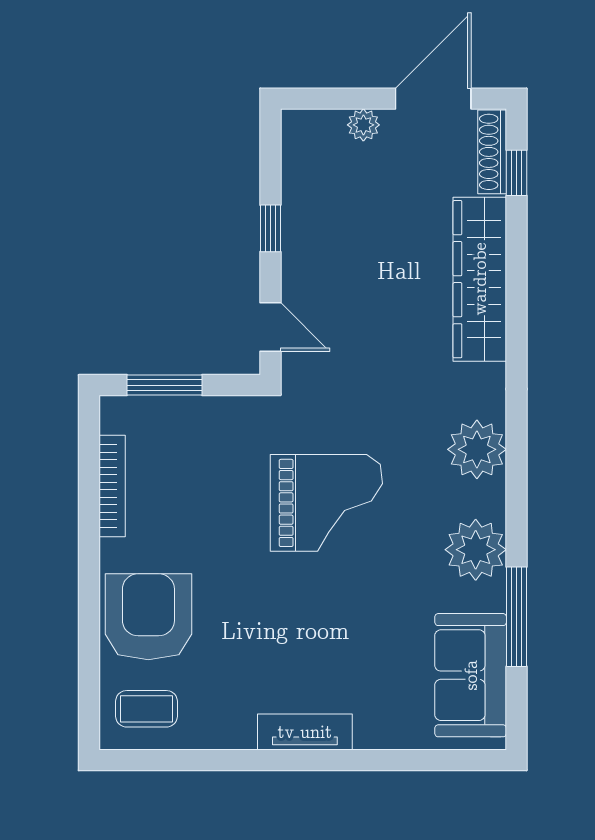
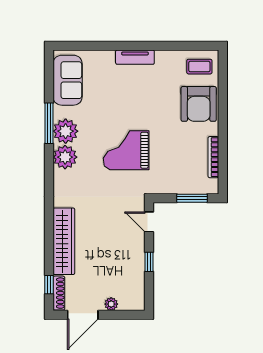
plant: (477, 449) -> (65, 157), moved
window: (516, 617) -> (49, 123), moved

